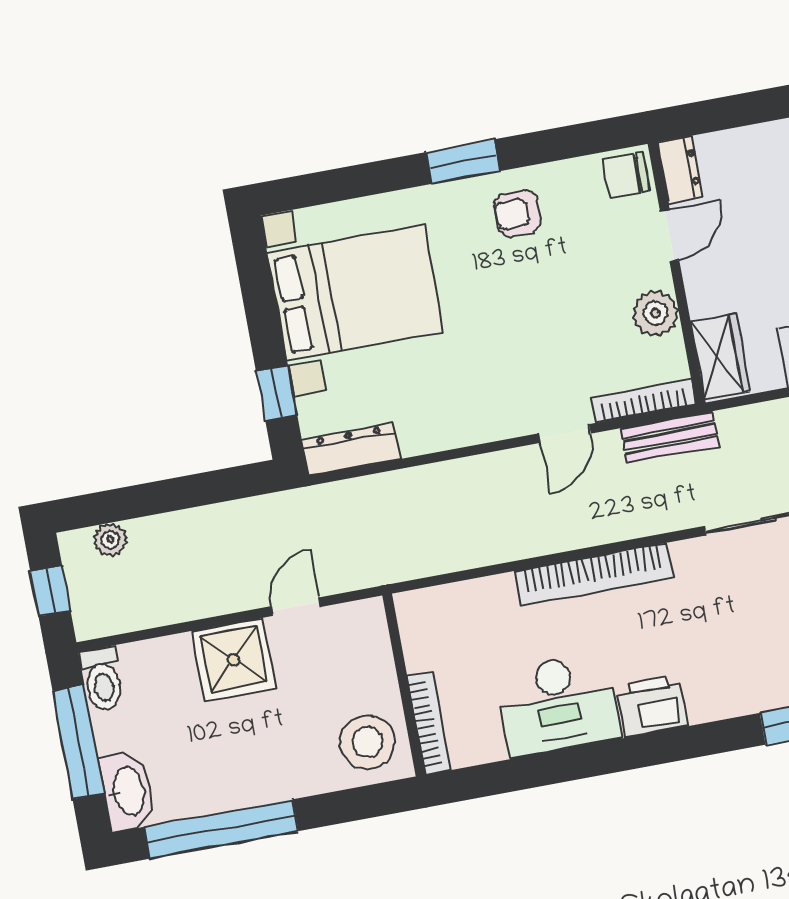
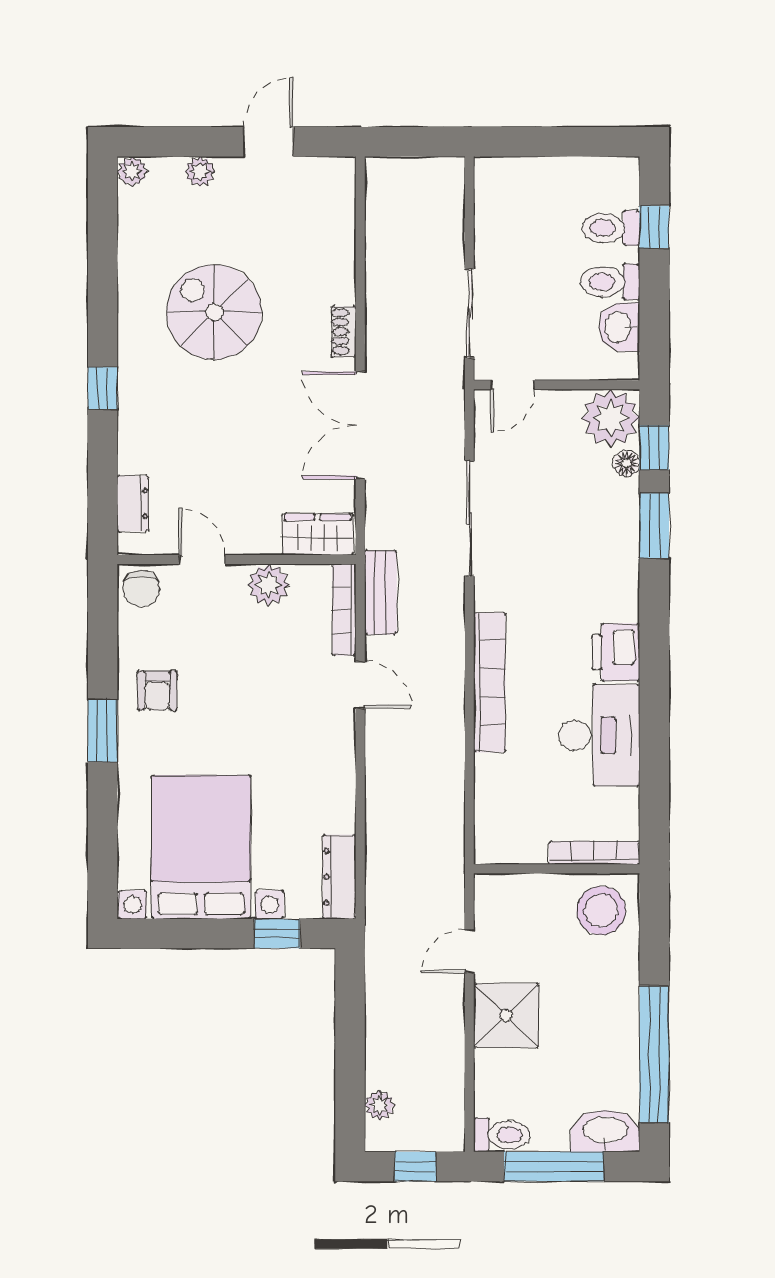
dresser: (680, 169) -> (133, 504), moved, turned 90
door: (296, 607) -> (469, 951), hinge flipped

